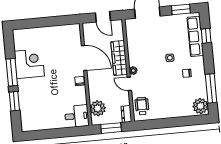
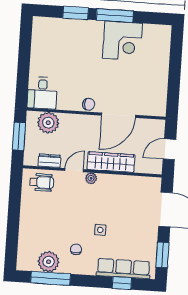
plant: (200, 106) -> (49, 262), moved
dresser: (126, 114) -> (49, 161), moved

